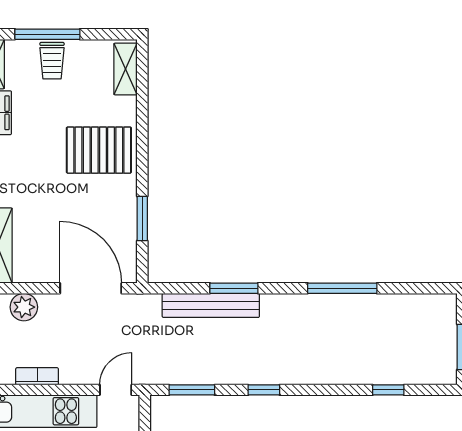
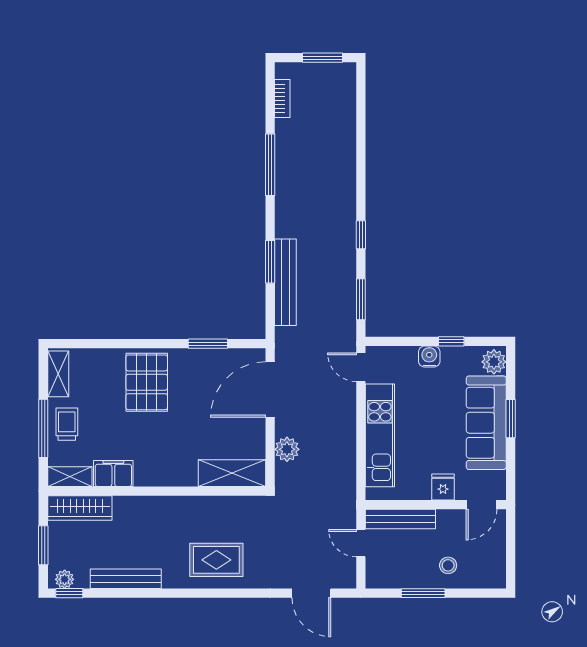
trolley: (52, 61) -> (67, 424), turned -90
shelving: (125, 69) -> (58, 374), moved, turned 90
bookcase: (37, 376) -> (282, 98), moved, turned 180
window: (388, 390) -> (361, 124), removed

